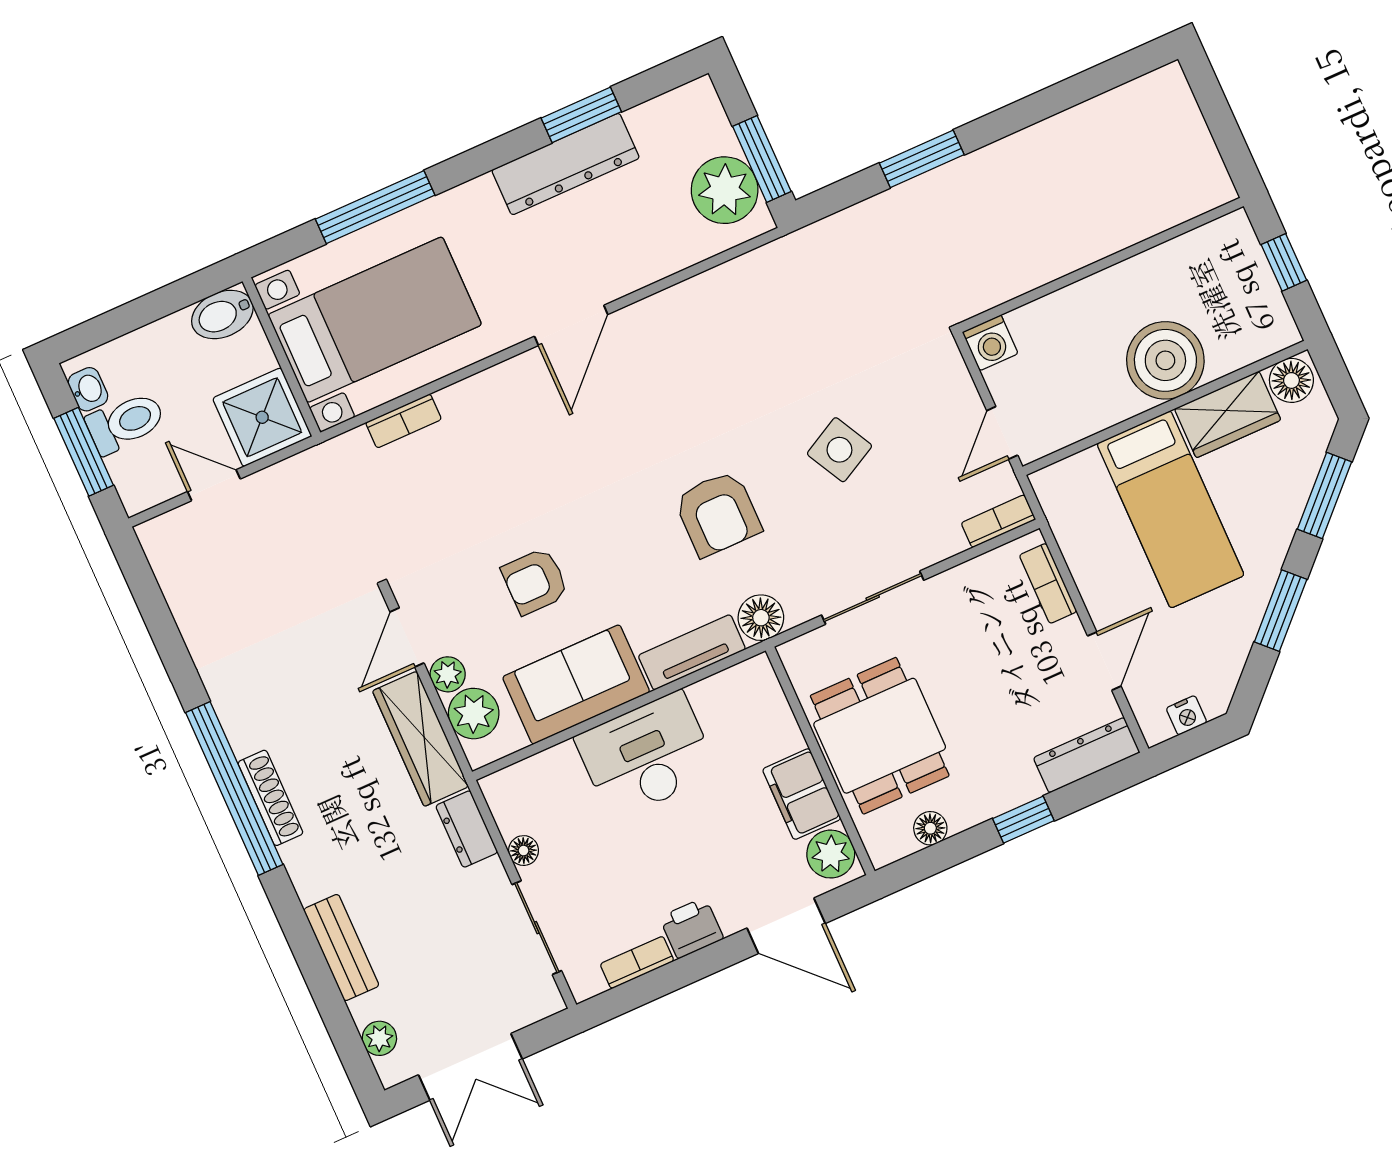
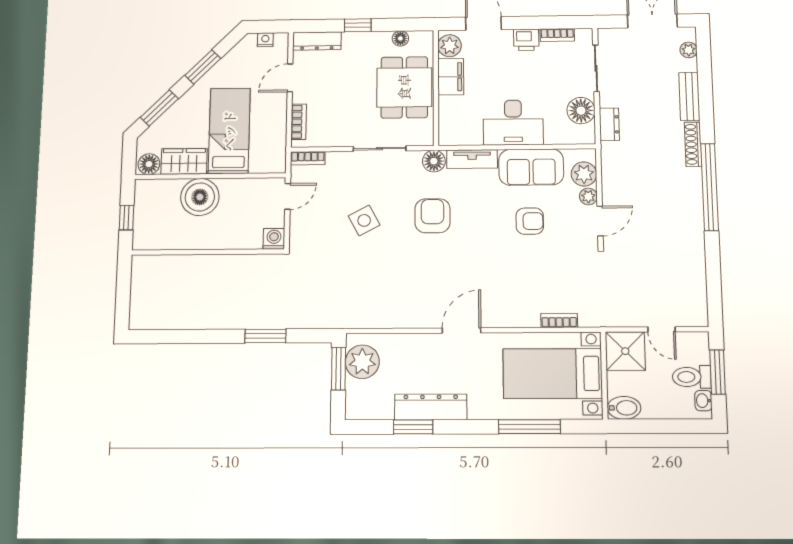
wardrobe: (421, 739) -> (613, 173), removed
shoe rack: (270, 798) -> (693, 144), moved
floor lamp: (524, 851) -> (581, 111), width x1.89, depth x1.89

